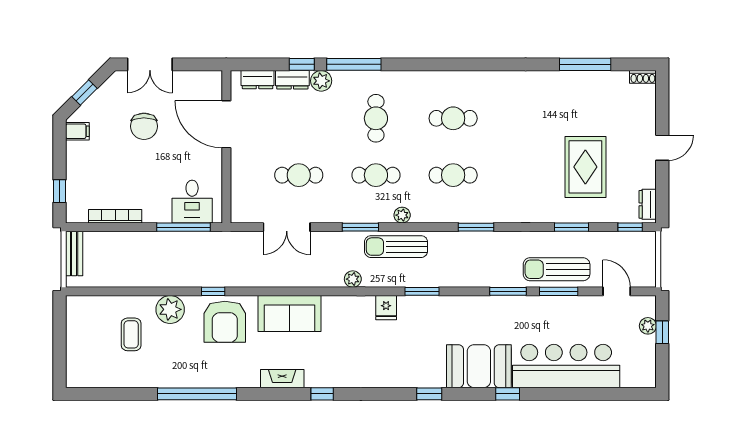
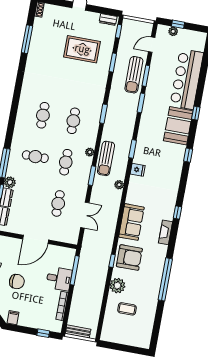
door: (226, 124) -> (36, 239), moved
desk: (192, 202) -> (59, 279), moved

